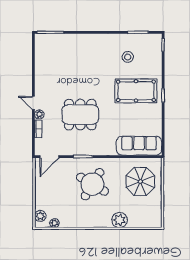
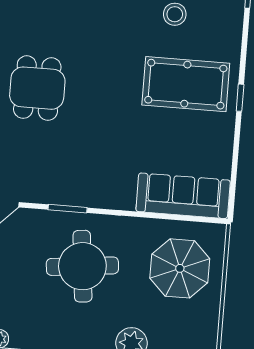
dining table: (80, 115) -> (37, 88), moved, width x0.73
round table: (92, 184) -> (82, 266), turned -37

